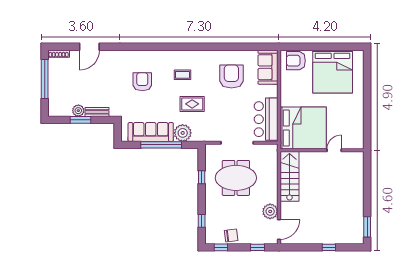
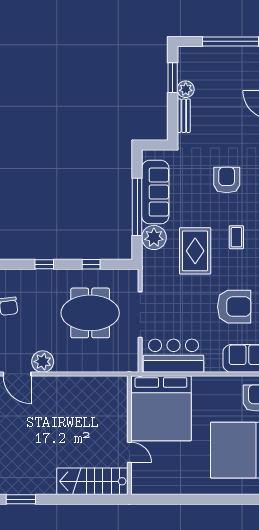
armchair: (142, 82) -> (227, 180), turned -90
rug: (192, 104) -> (195, 251), width x1.36, depth x1.43
window: (80, 120) -> (173, 78), moved
stairs: (289, 176) -> (92, 481), moved, turned 180
meeting table: (236, 178) -> (90, 313), turned 90
window: (202, 221) -> (44, 264), moved

